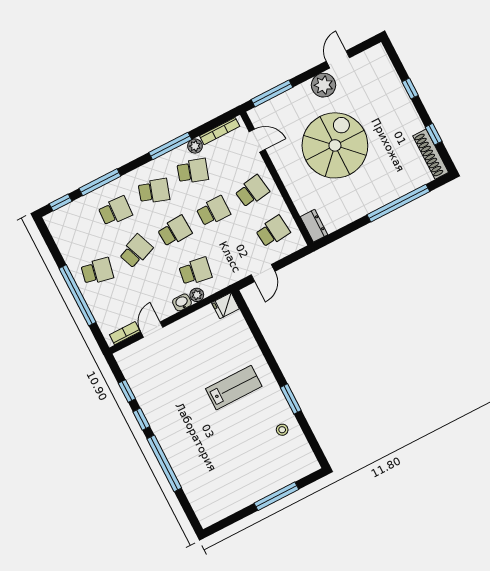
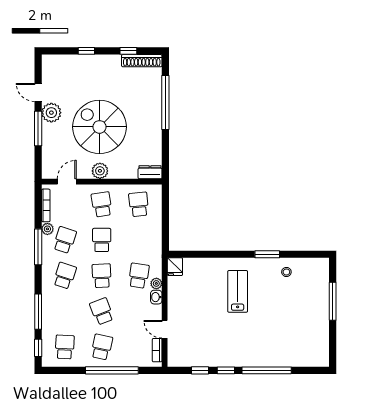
window: (272, 93) -> (38, 129), moved
plant: (287, 170) -> (100, 171), added
school desk: (115, 211) -> (65, 347), moved
door: (263, 273) -> (165, 227), removed

